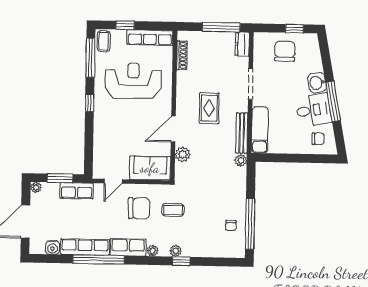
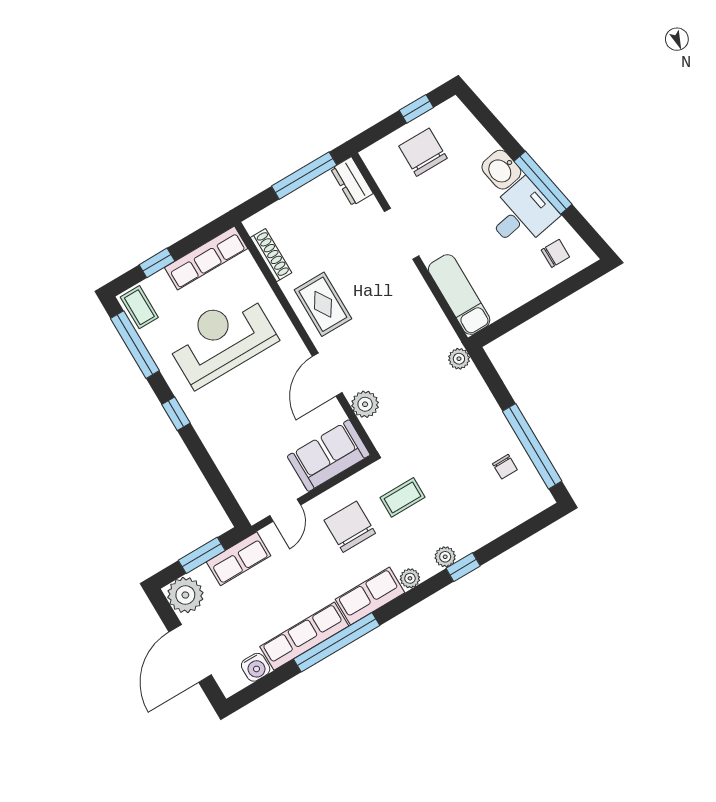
rug: (209, 108) -> (323, 304), moved
bench: (242, 133) -> (435, 317), removed
plant: (36, 187) -> (185, 595), width x1.87, depth x1.87
chair: (139, 208) -> (350, 527), turned -90

